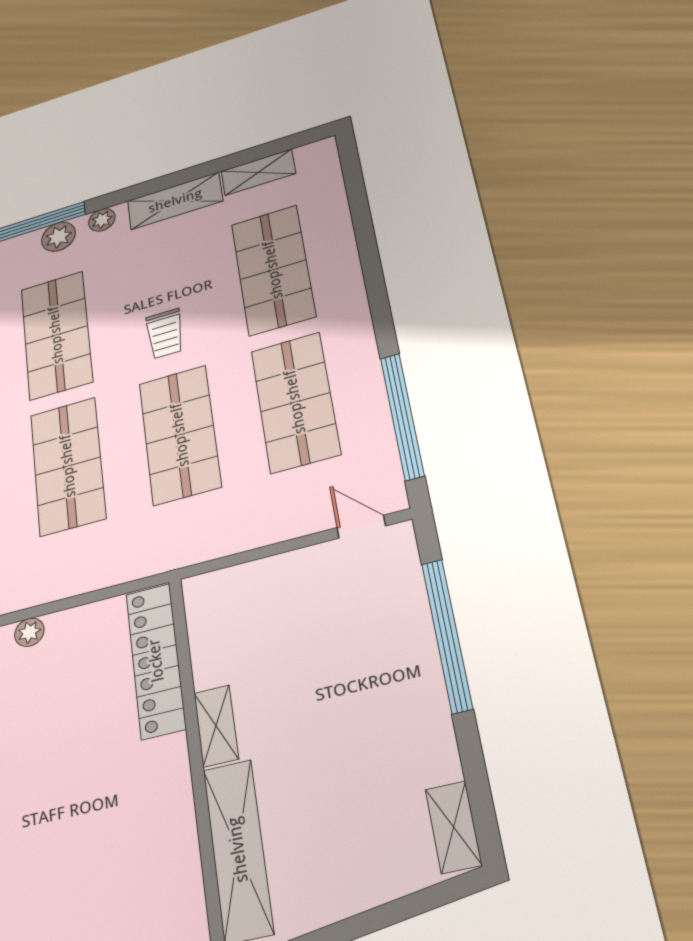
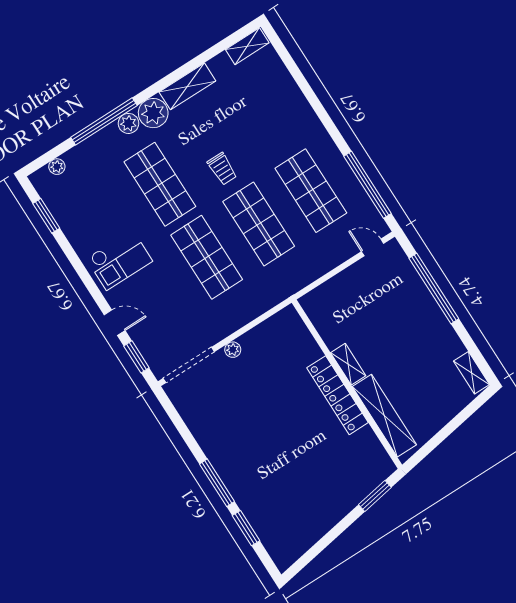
shelving: (258, 172) -> (247, 46), moved
plant: (102, 220) -> (153, 113), width x1.88, depth x1.88
shop shelf: (273, 270) -> (264, 118), removed
locker: (156, 660) -> (337, 395), moved

